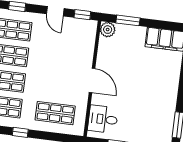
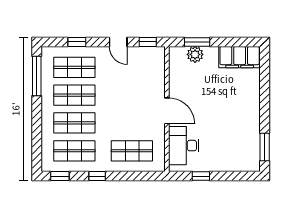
plant: (108, 30) -> (195, 54), moved
desk: (103, 119) -> (184, 146), width x1.37

